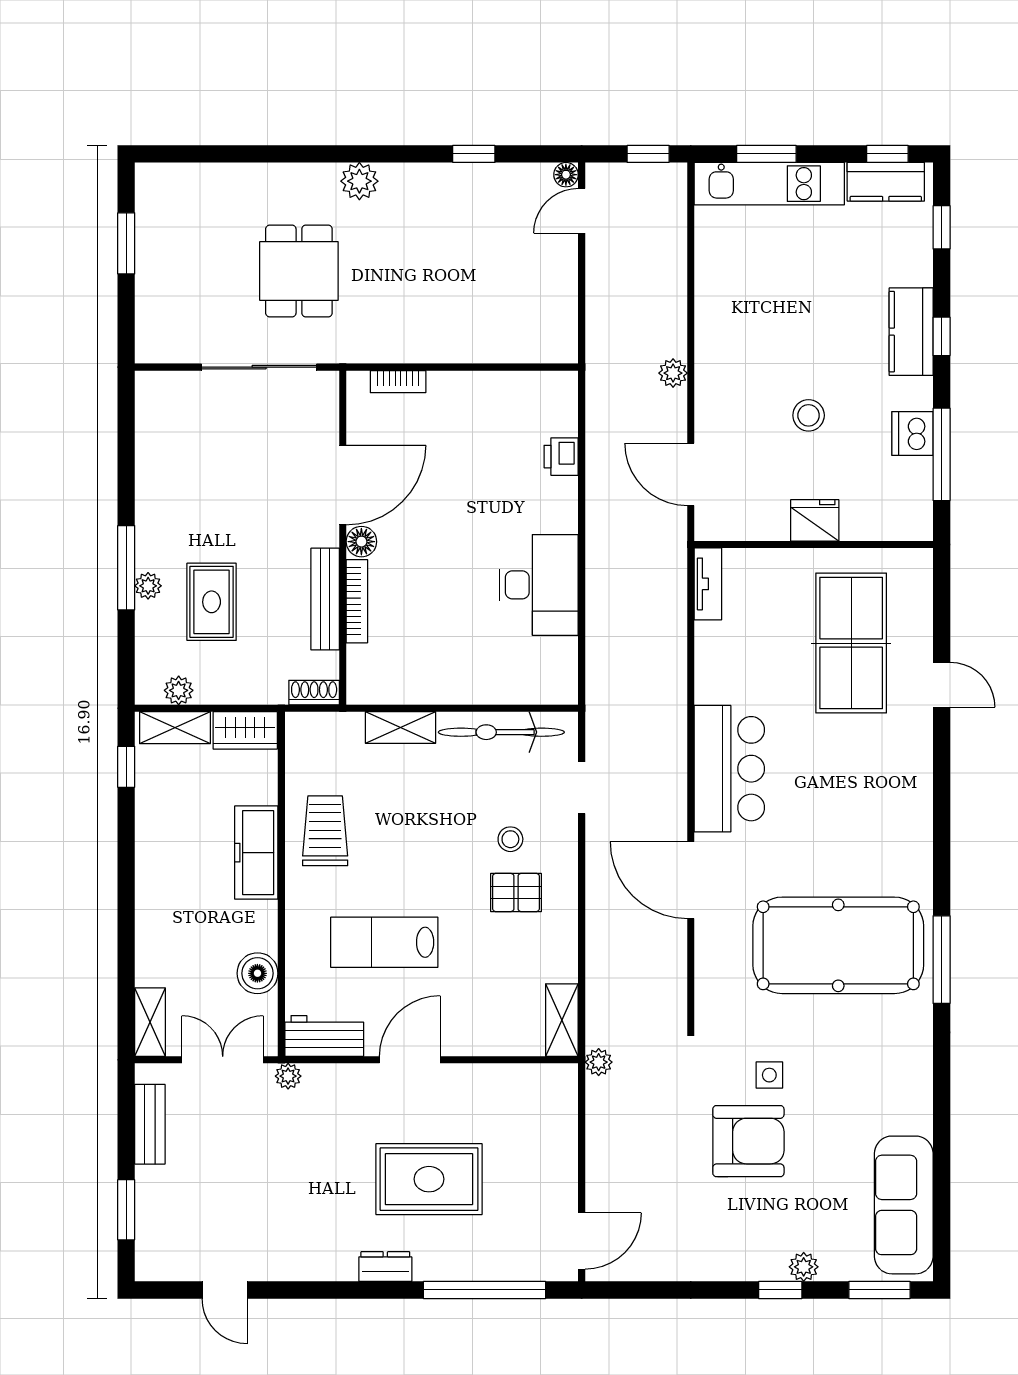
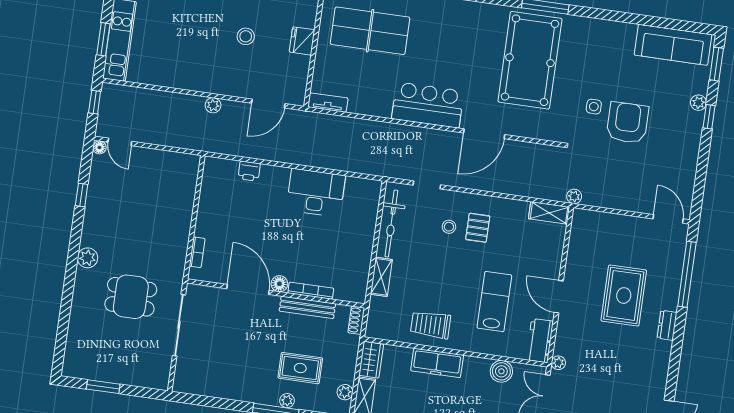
lab bench: (384, 942) -> (494, 302), turned 180

